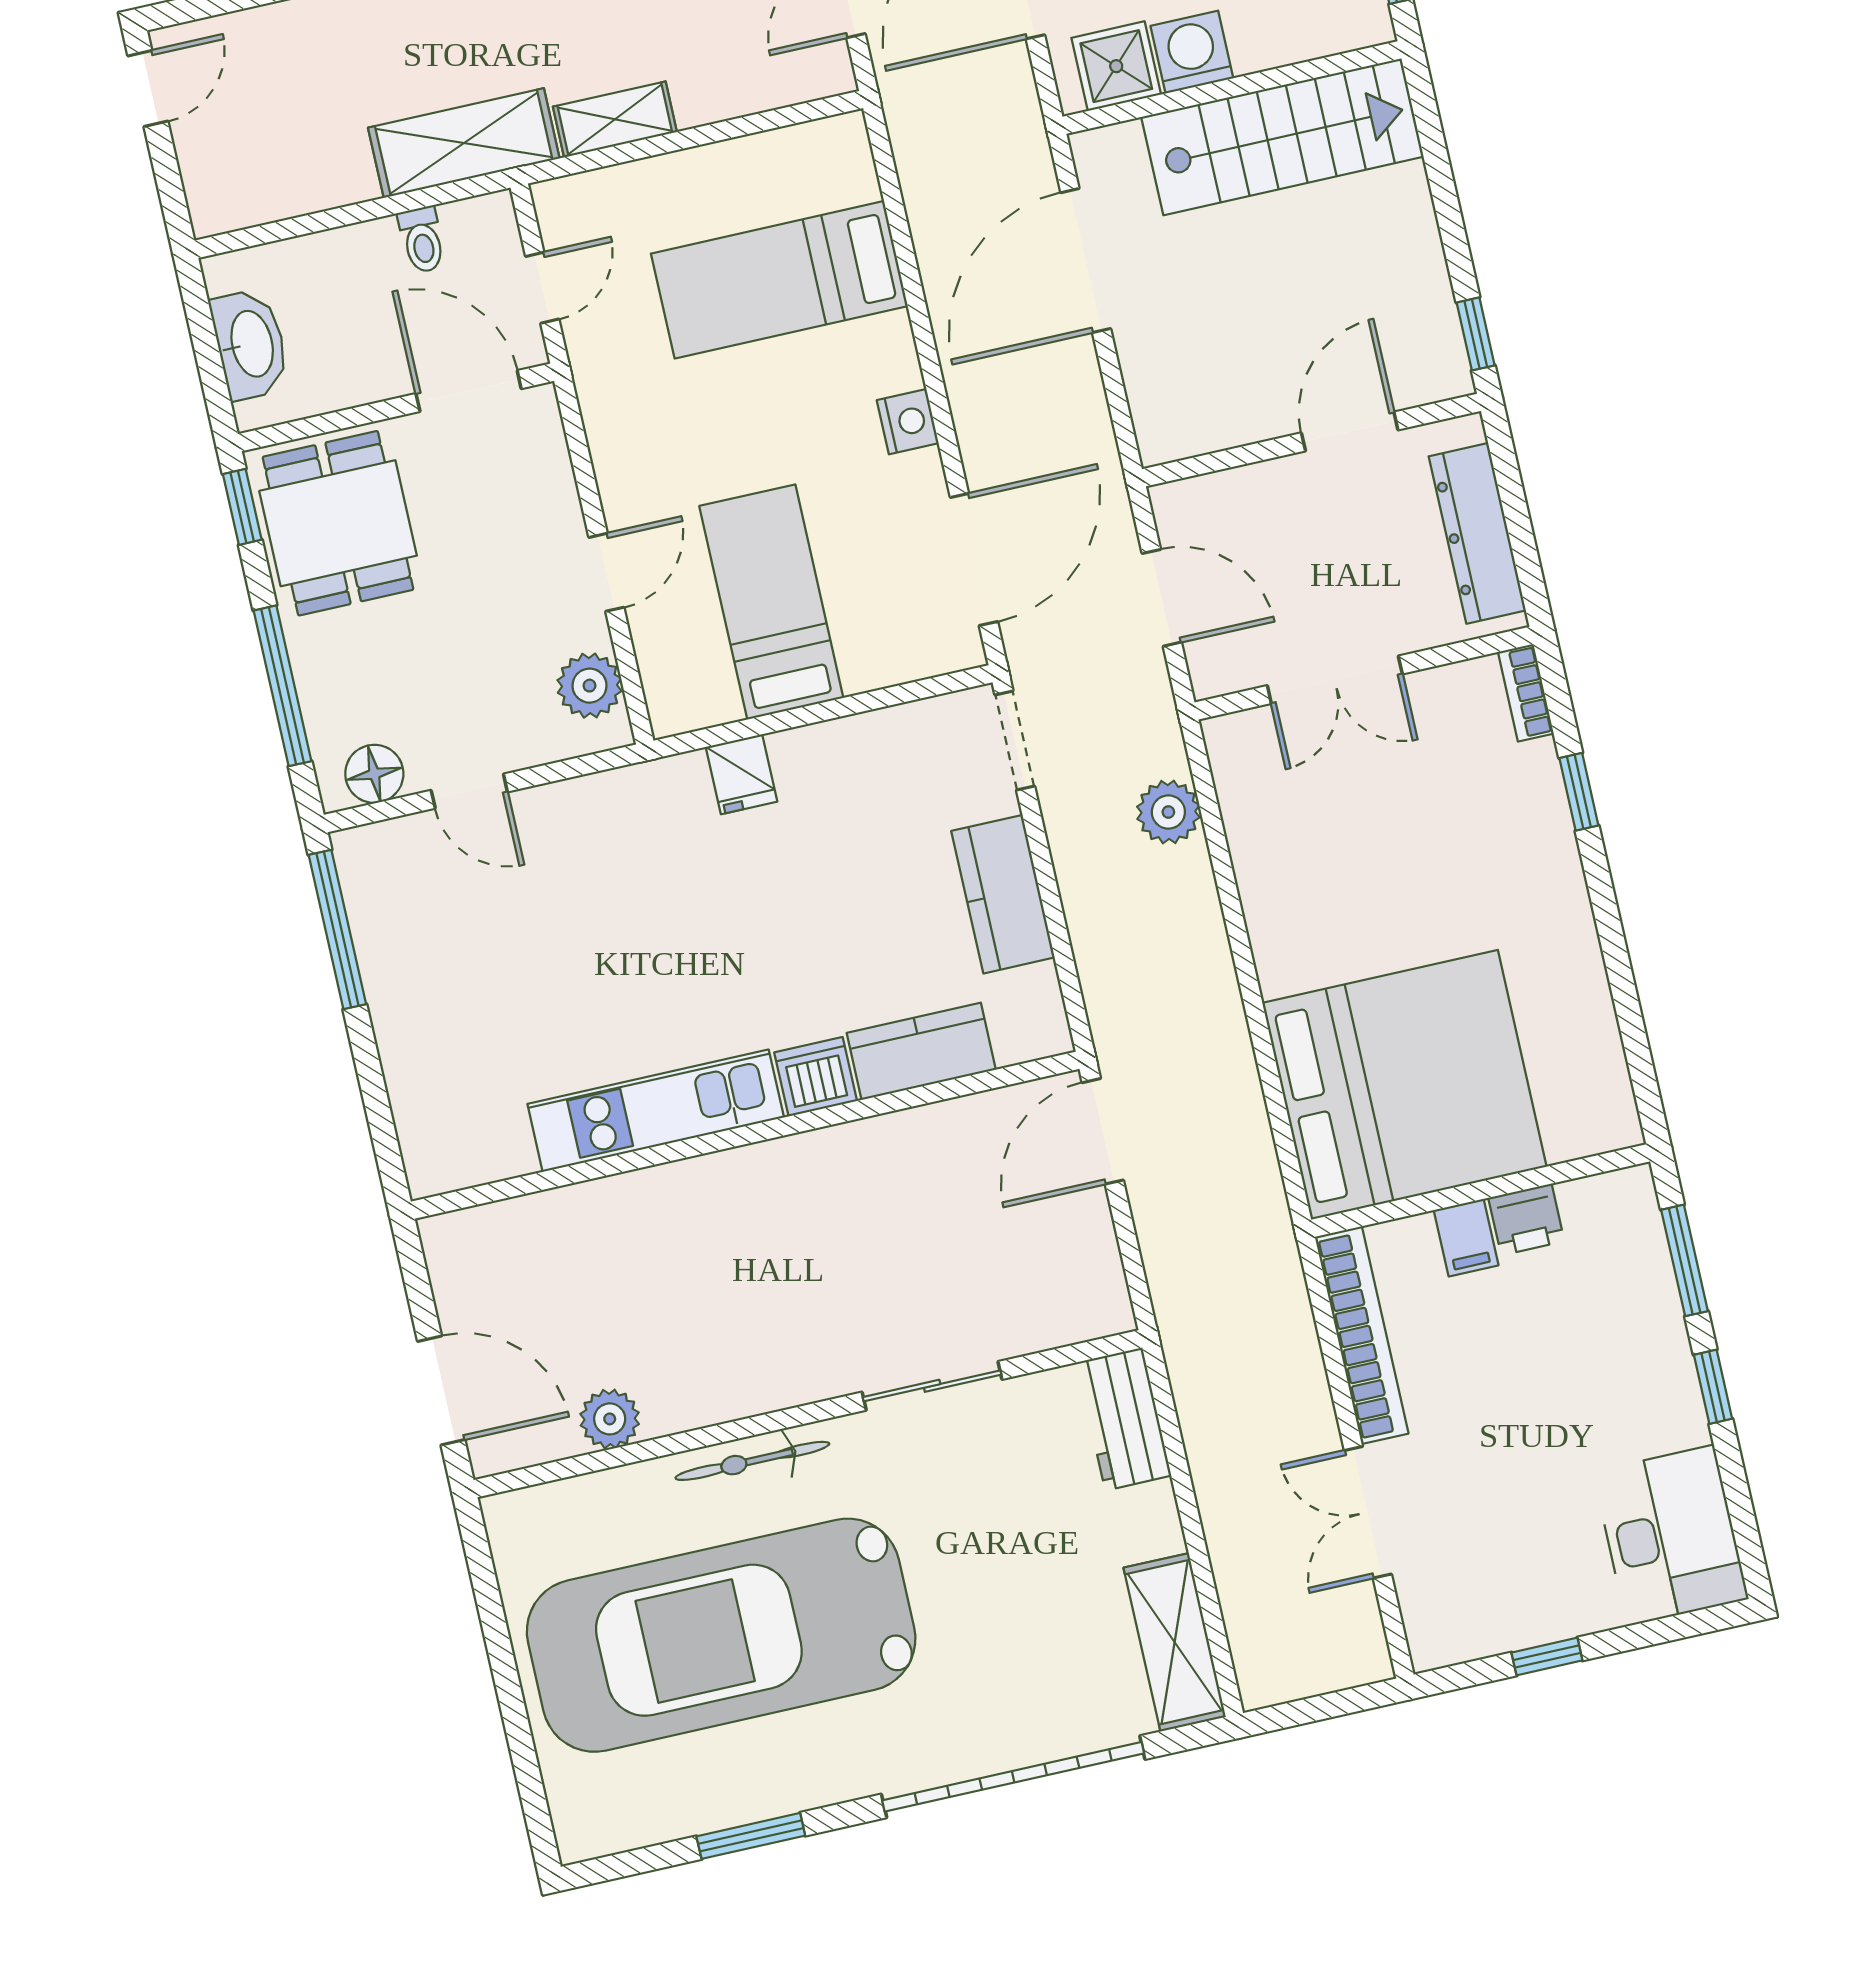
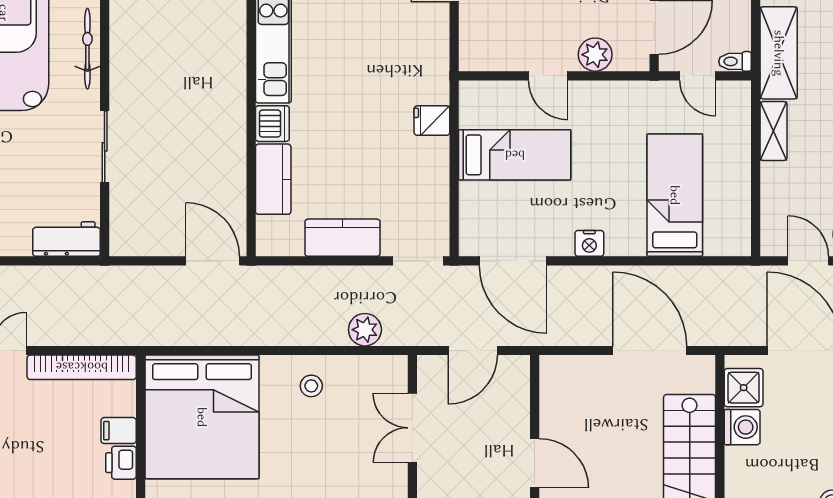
toilet: (422, 240) -> (735, 61), moved
plant: (590, 686) -> (595, 55), moved
stool: (1298, 890) -> (311, 386), added

